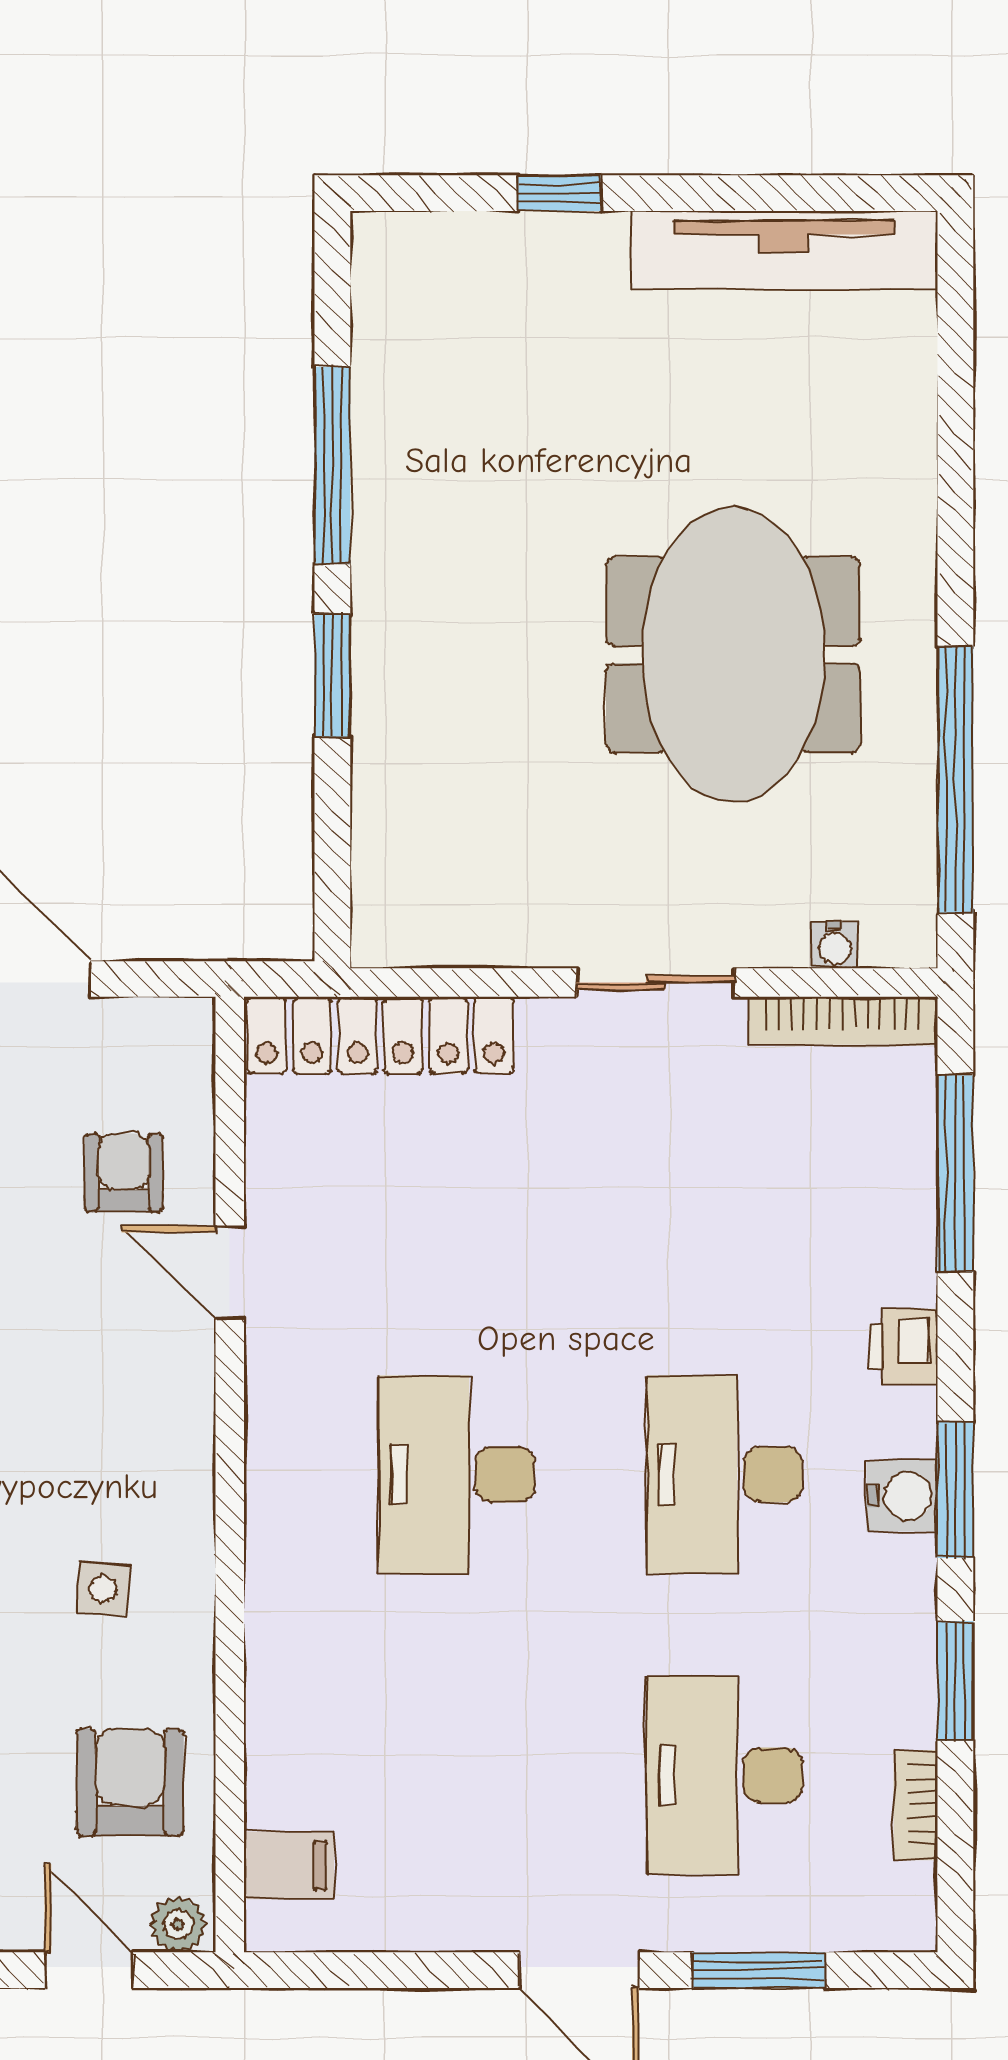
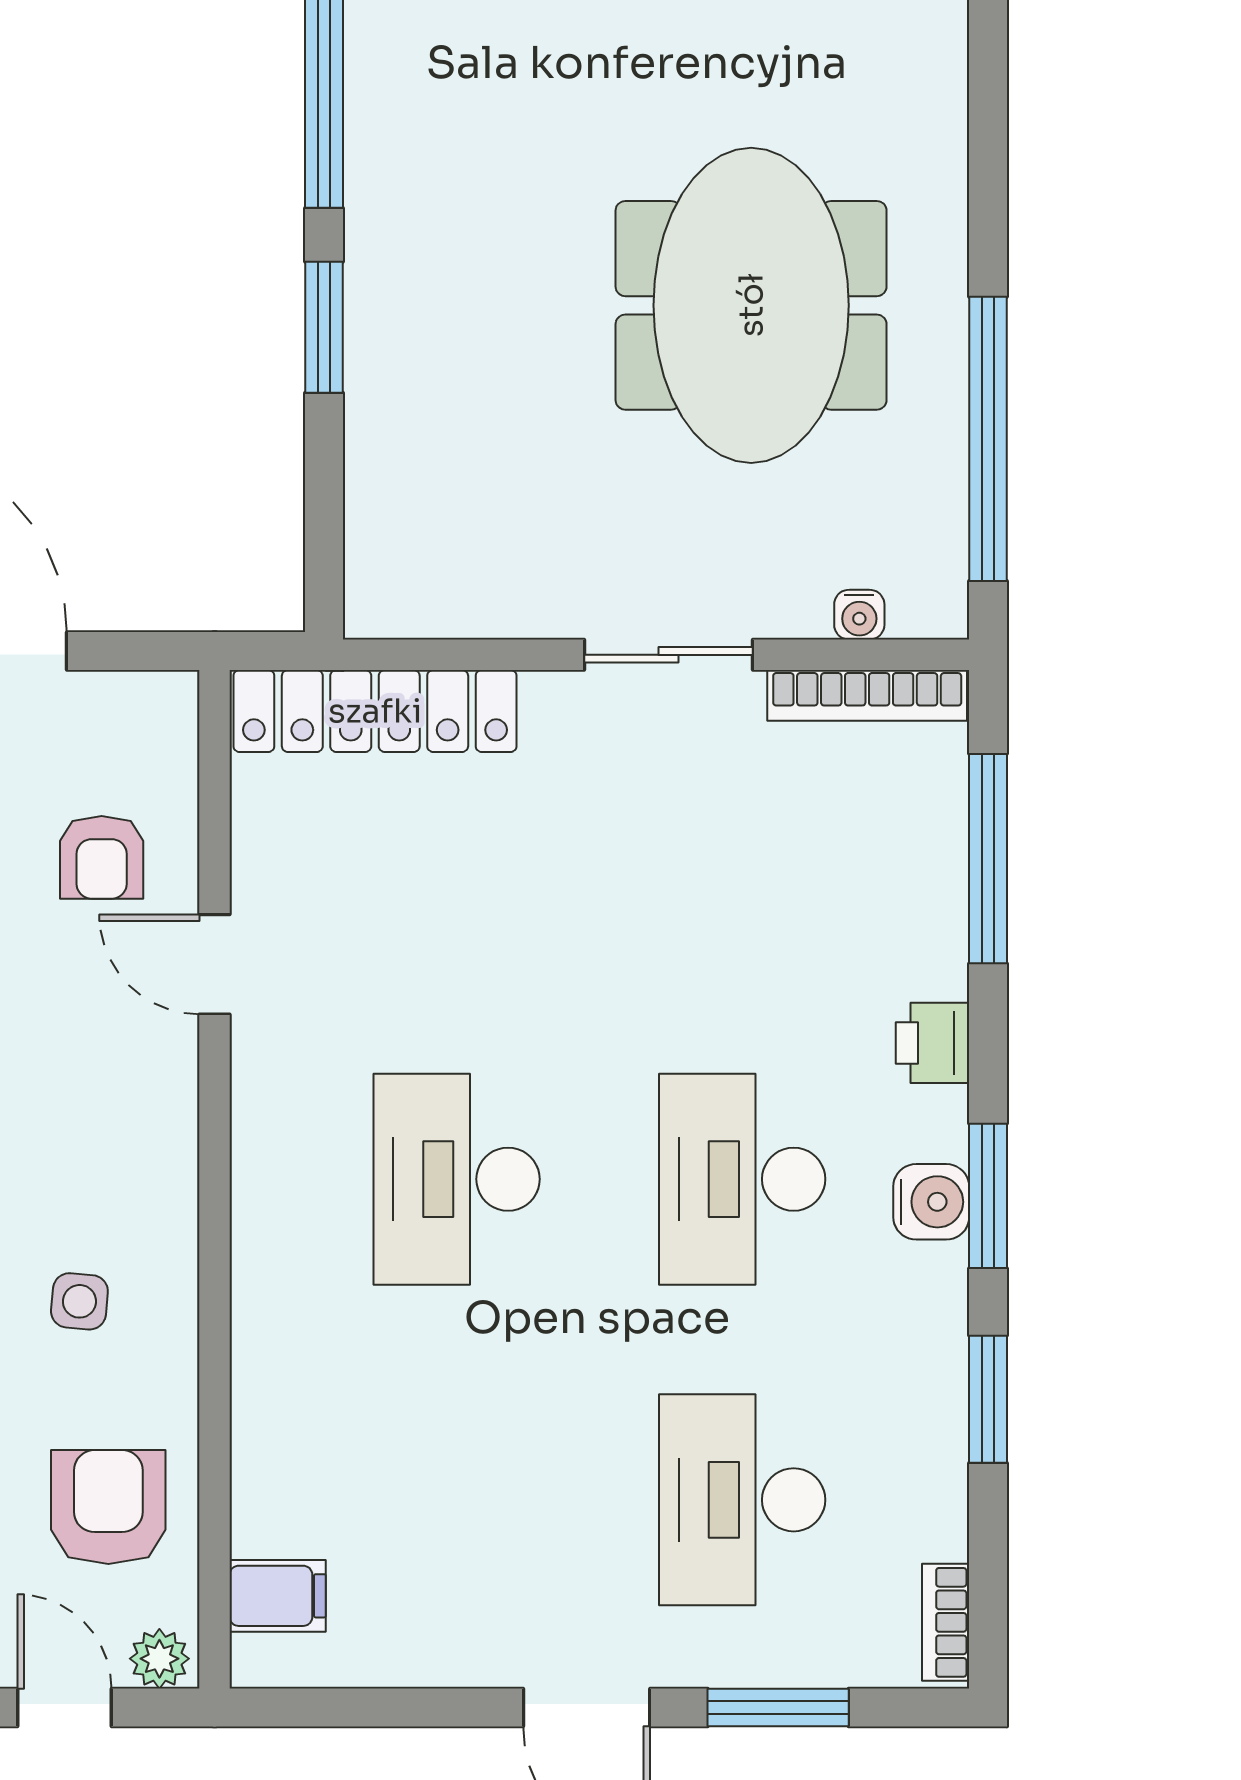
armchair: (124, 1173) -> (102, 857), turned 180
bookcase: (916, 1805) -> (946, 1622), moved

